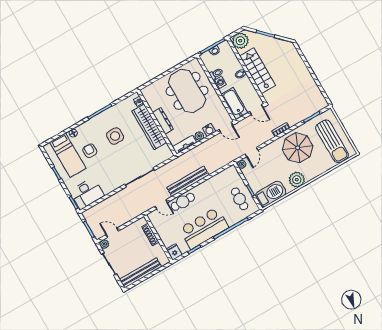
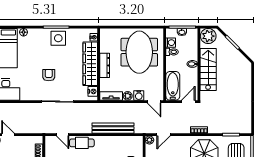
washing machine: (220, 83) -> (171, 43), moved
door: (256, 110) -> (188, 102), swing flipped
side table: (115, 136) -> (58, 38), moved
nightstand: (166, 150) -> (93, 91), added
armchair: (90, 151) -> (49, 75), moved
bench: (188, 181) -> (113, 128), moved

